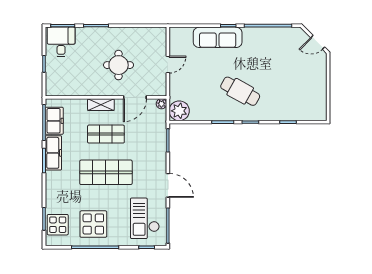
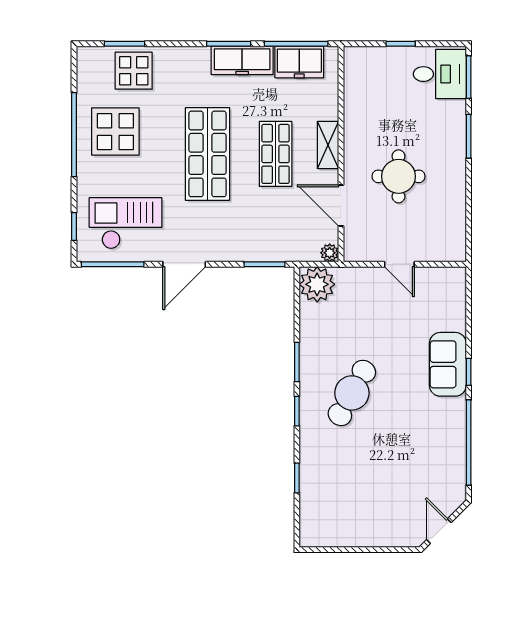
sofa: (218, 37) -> (448, 364), width x0.73
display table: (58, 225) -> (134, 71), moved

